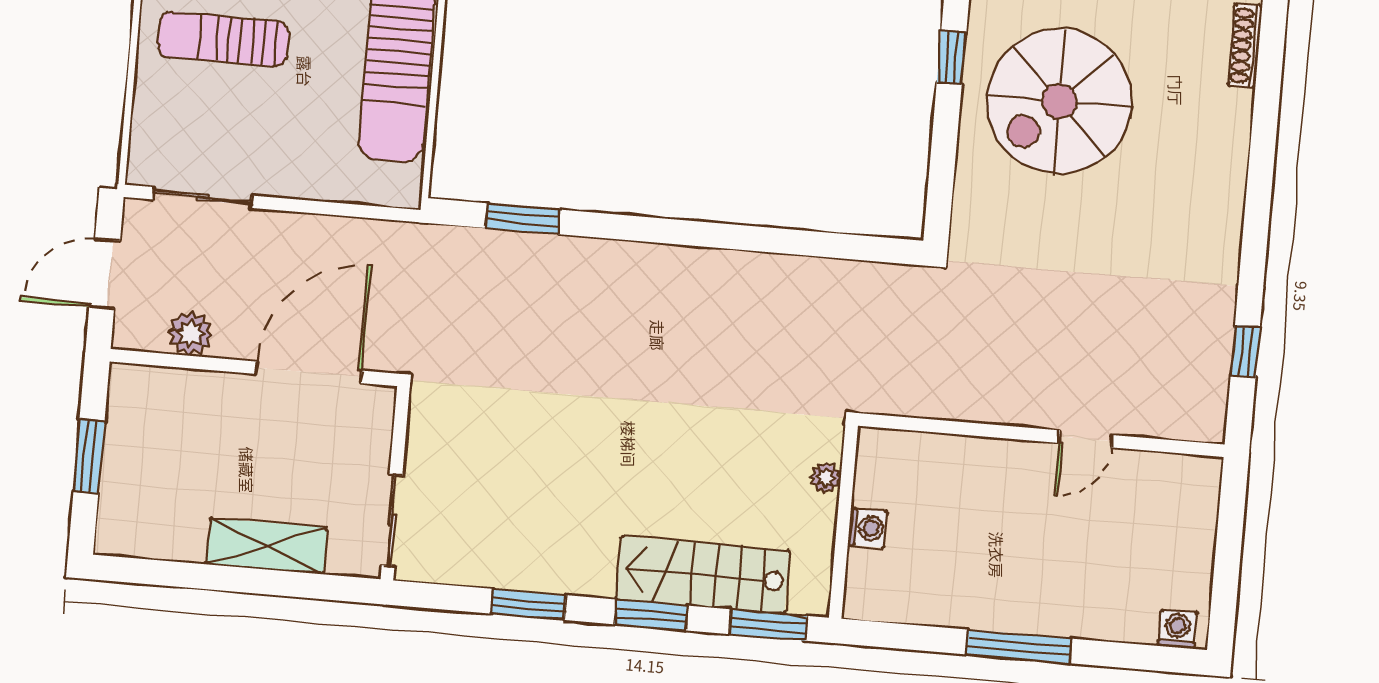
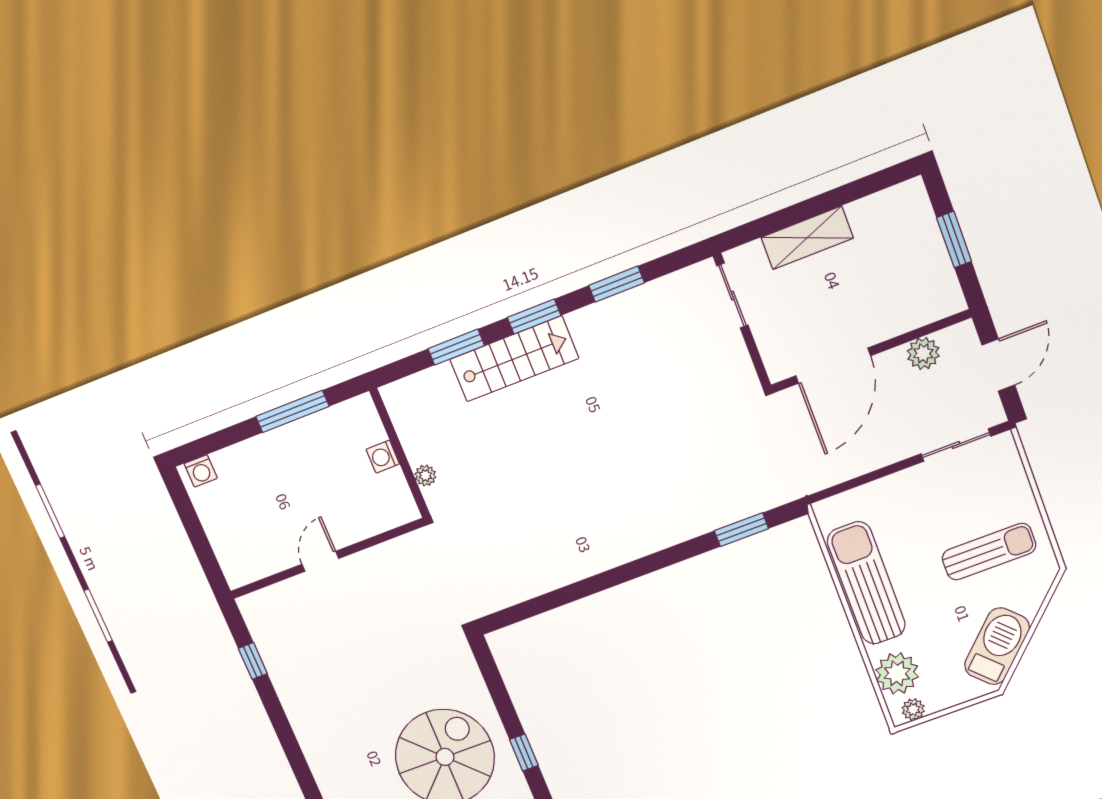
plant: (825, 478) -> (425, 475), moved
wall: (843, 522) -> (400, 453), moved
washing machine: (868, 528) -> (383, 457), moved

